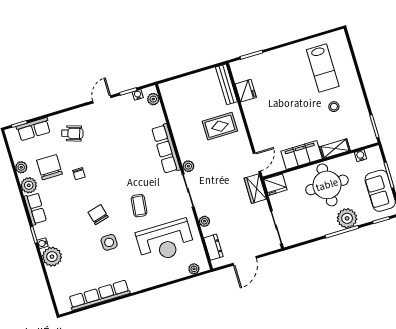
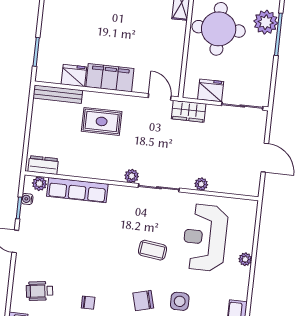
rug: (220, 126) -> (102, 121), turned 90
wheelchair: (72, 133) -> (40, 291), turned -116
row of seats: (166, 149) -> (77, 190), moved
filing cabinet: (302, 155) -> (110, 78), moved, turned 90
fridge: (275, 185) -> (211, 90), moved, turned -90
reception desk: (165, 241) -> (205, 238), turned 180
dresser: (213, 247) -> (43, 165), moved
plant: (194, 269) -> (245, 259), moved

